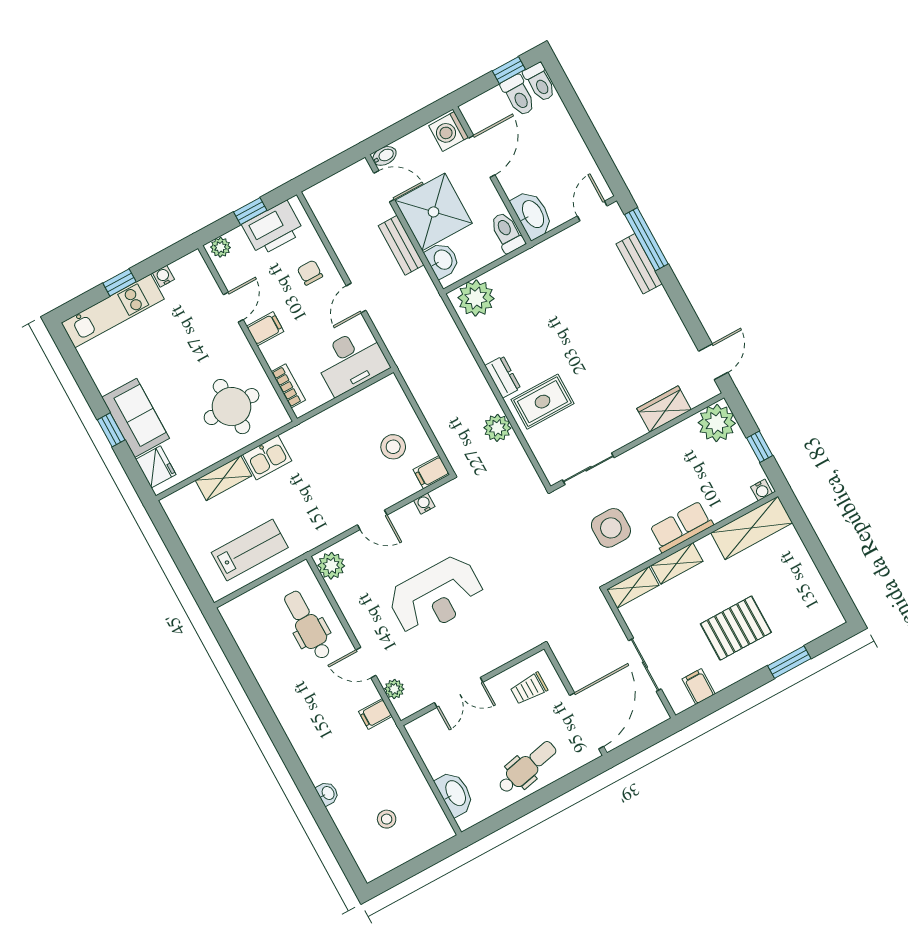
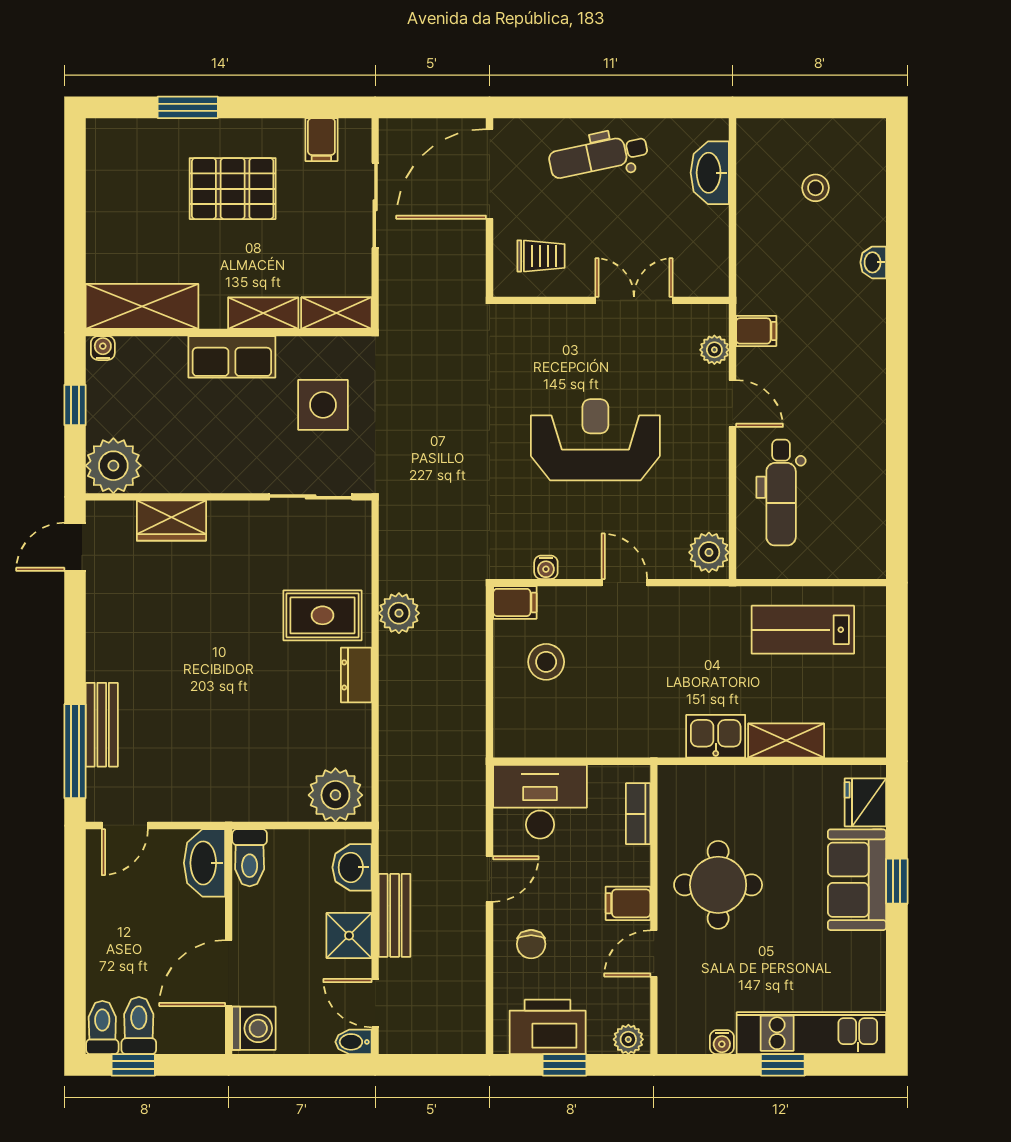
shower: (434, 212) -> (349, 936), width x0.54, depth x0.54
round table: (232, 407) -> (718, 885), moved

